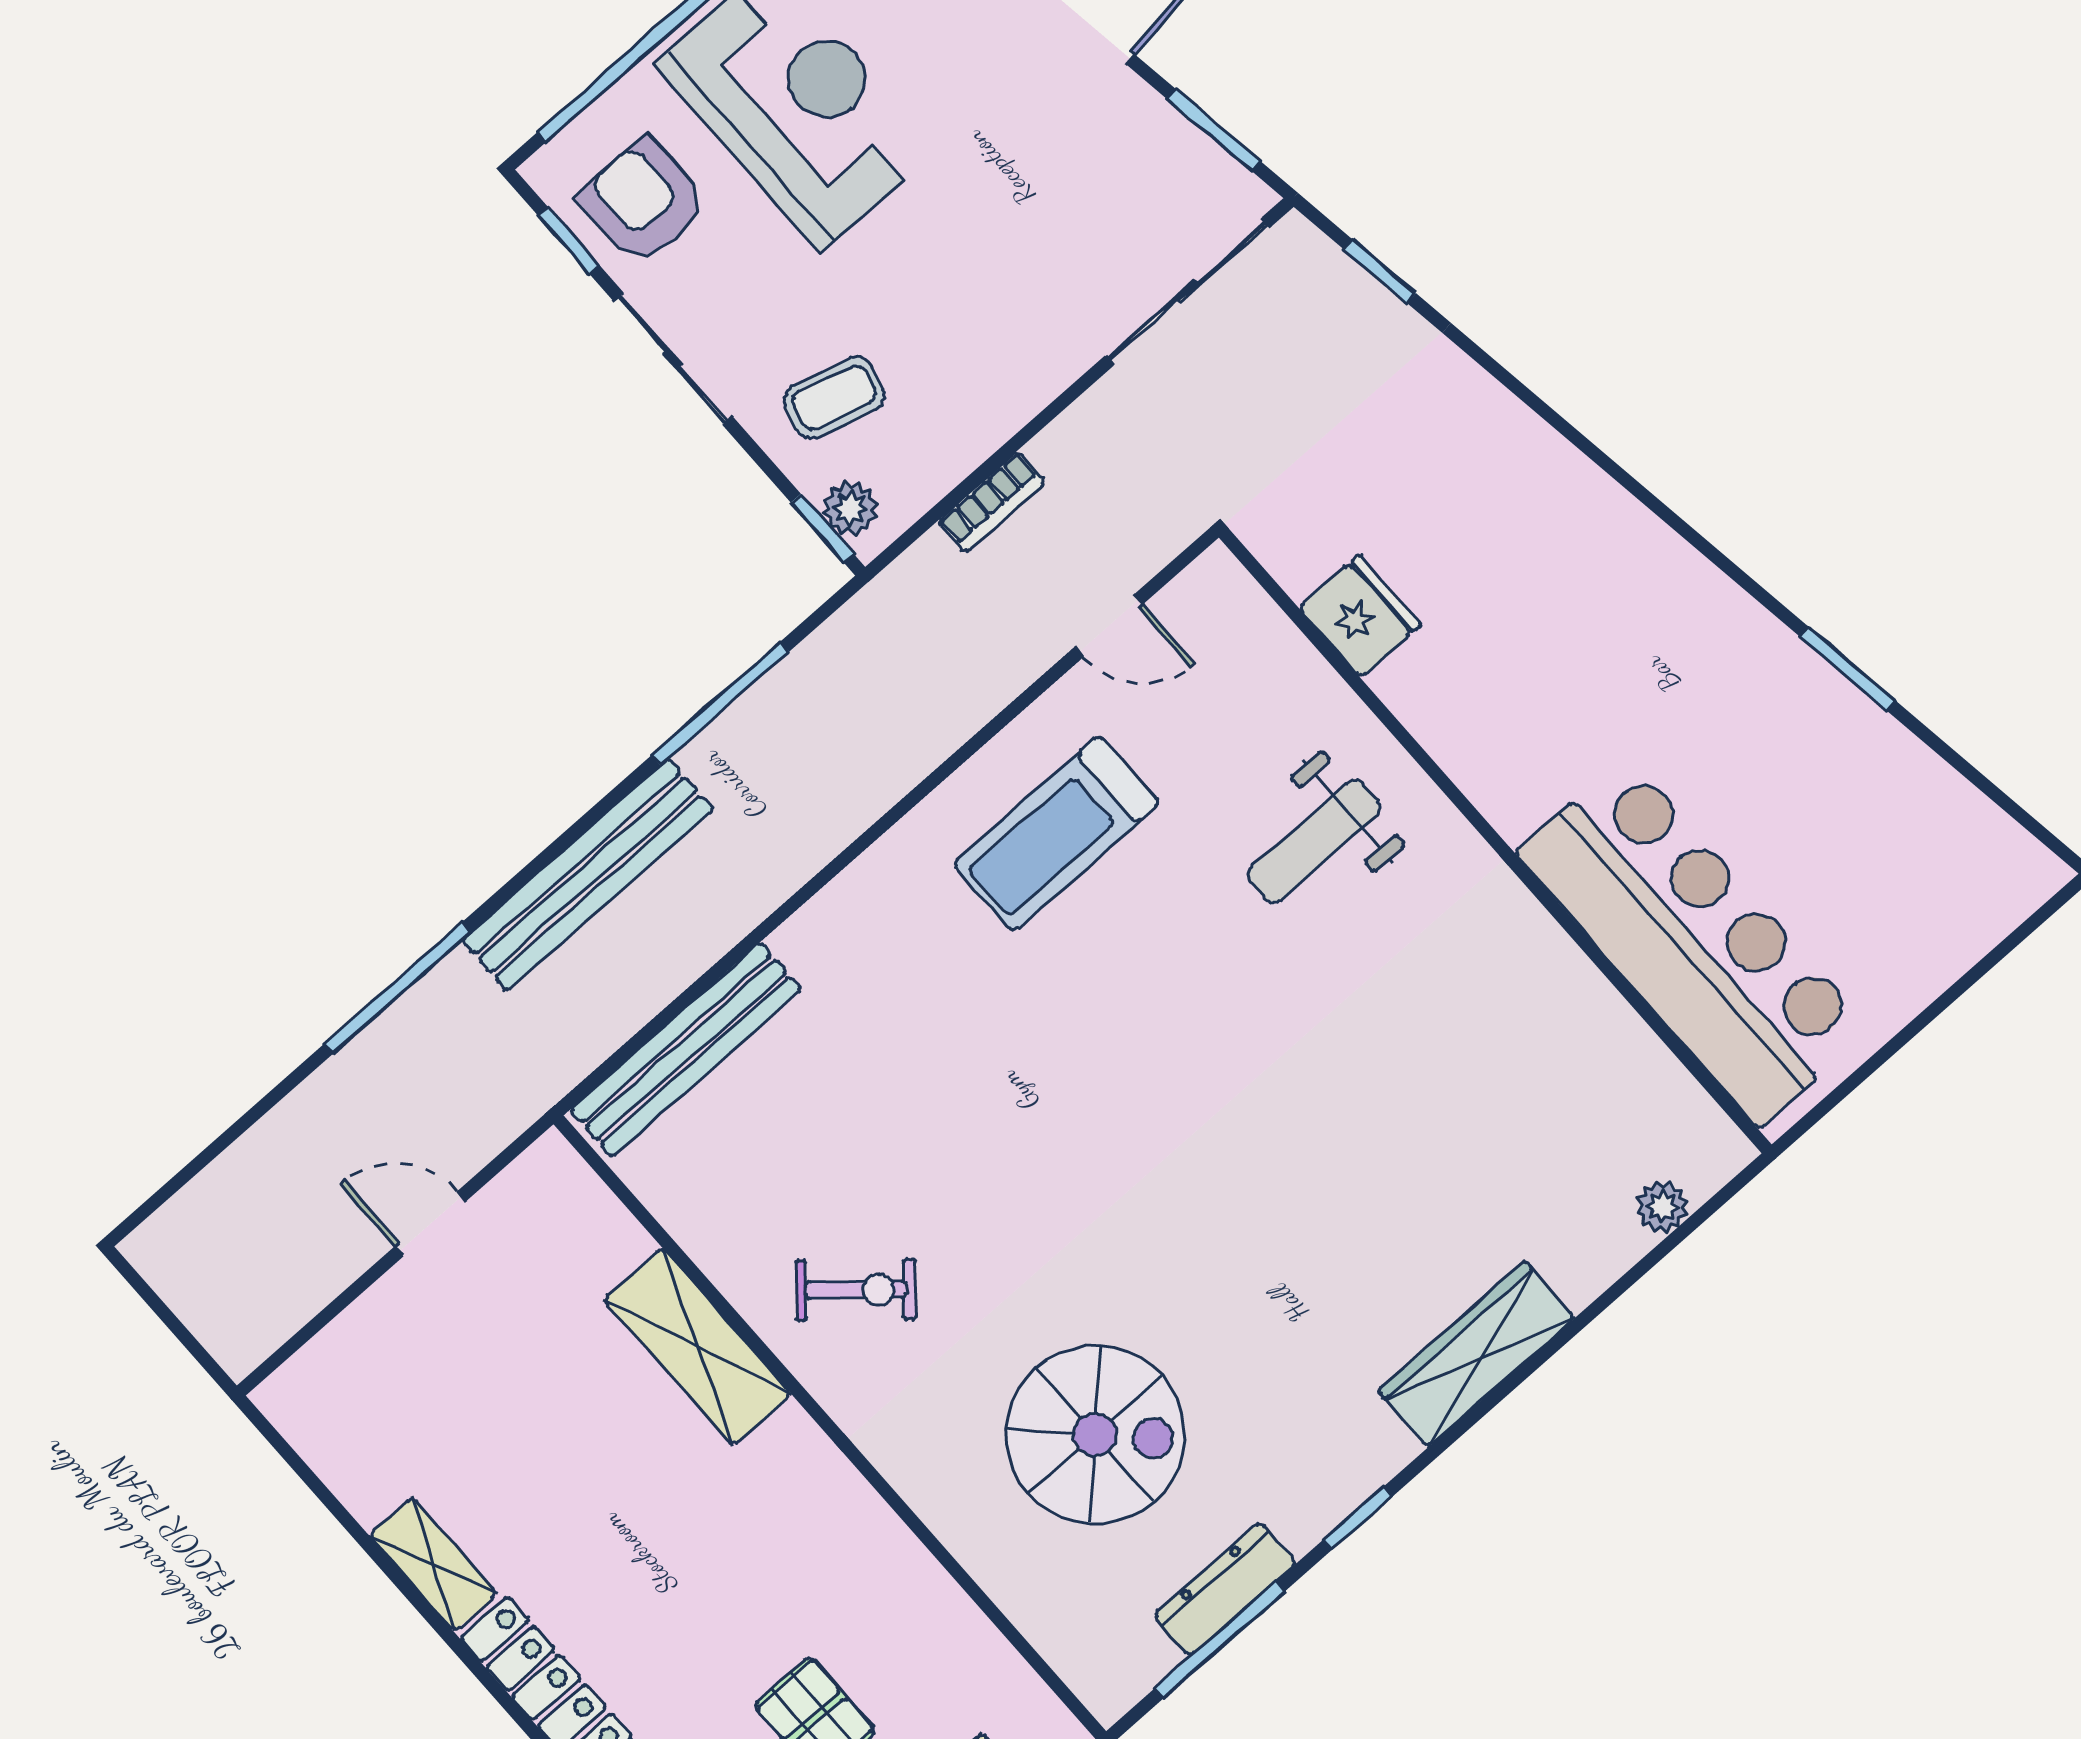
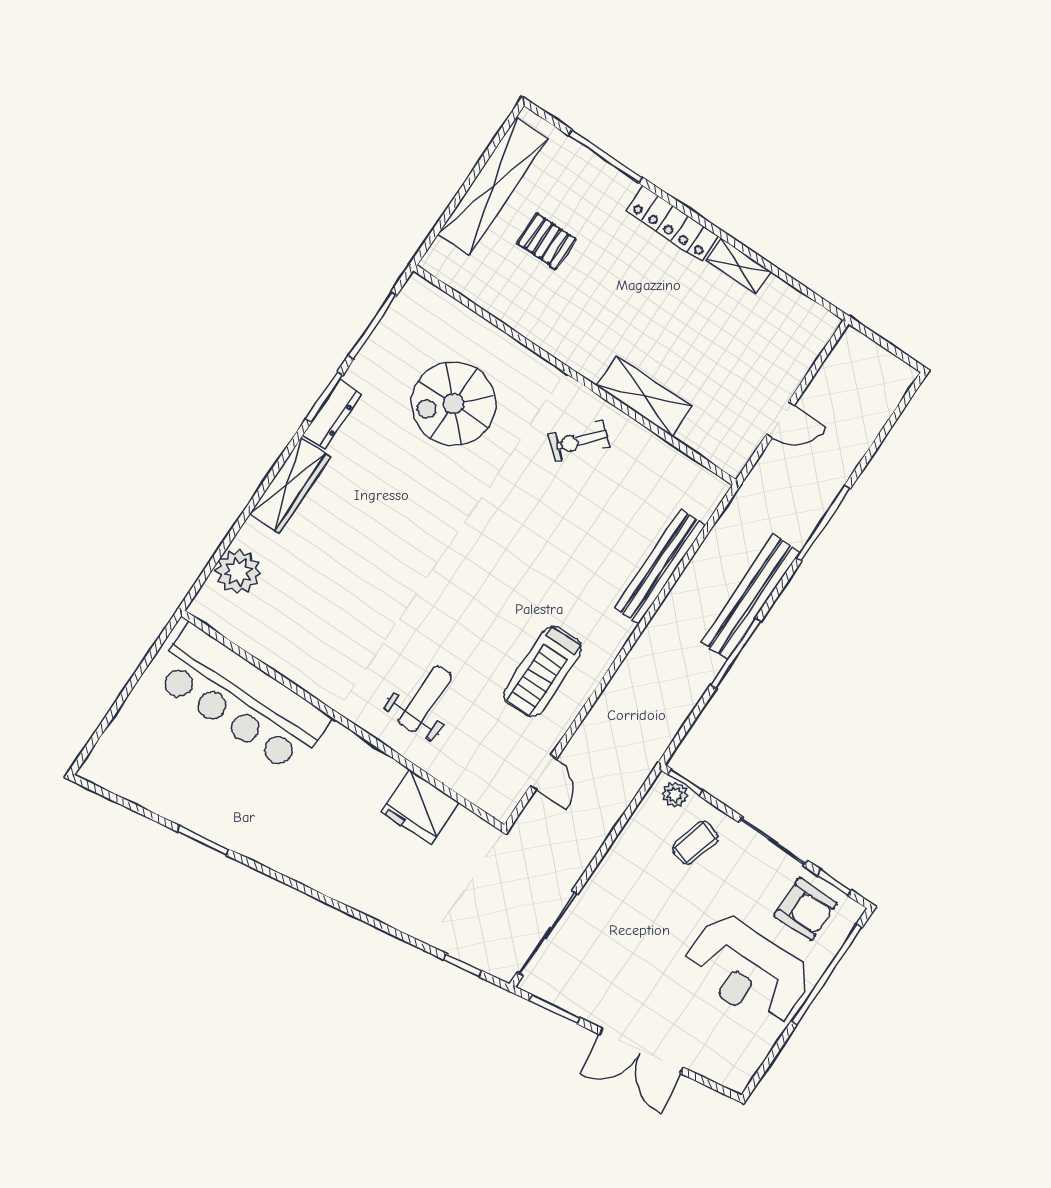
bookcase: (992, 502) -> (611, 814), removed
fridge: (1360, 616) -> (420, 807), width x1.36, depth x1.34
door: (1109, 625) -> (543, 772), swing flipped
window: (720, 703) -> (735, 654), moved
treadmill: (1056, 834) -> (543, 672), turned 180
bench: (686, 1050) -> (660, 567), moved
plant: (1662, 1207) -> (238, 572), width x1.88, depth x1.88
window: (1358, 1518) -> (324, 397), width x1.50
dresser: (1225, 1589) -> (332, 415), moved

